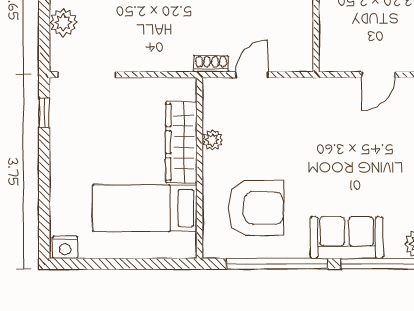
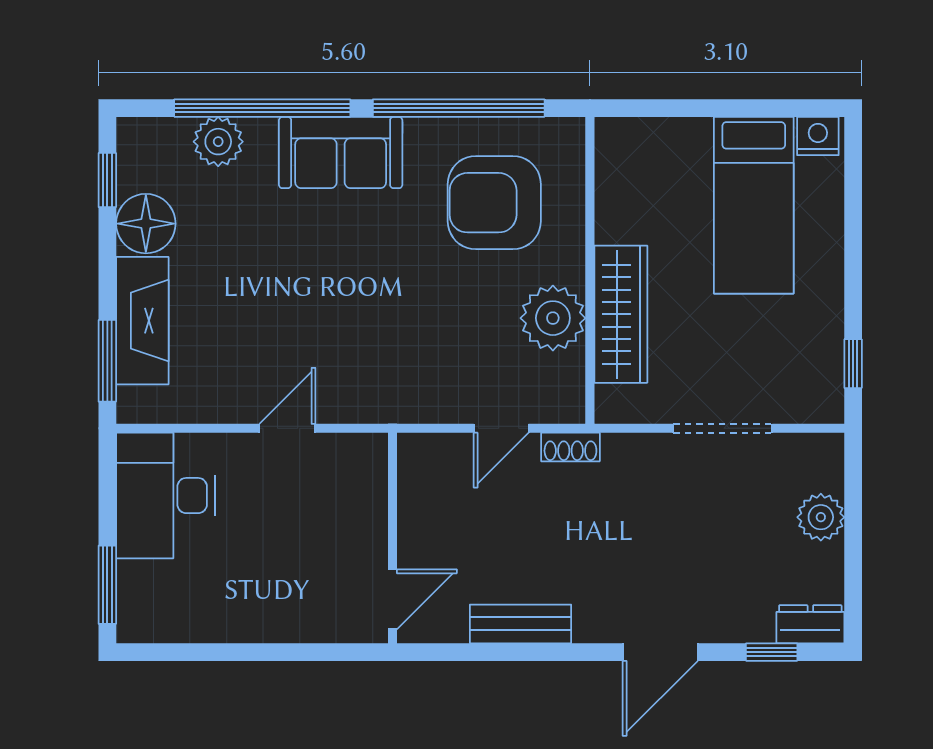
doorway: (87, 75) -> (723, 428), moved
plant: (212, 140) -> (553, 318), width x1.88, depth x1.88
bed: (145, 208) -> (754, 205), moved, turned 90

